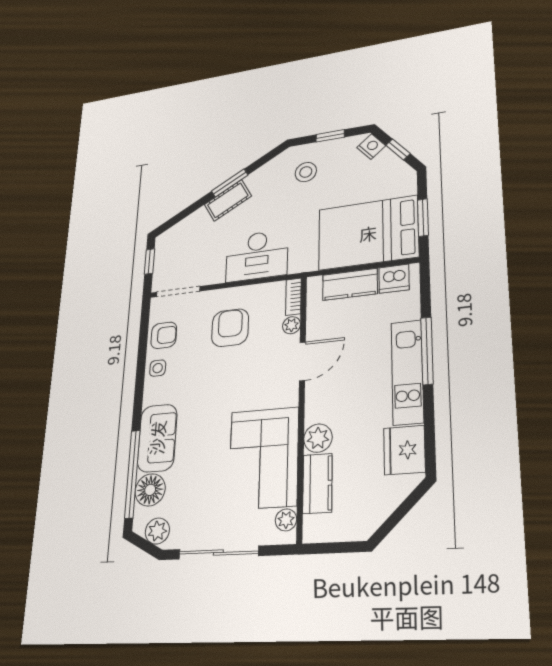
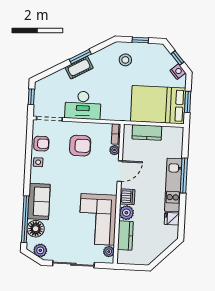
nightstand: (371, 147) -> (178, 72), moved
desk: (257, 256) -> (83, 105), moved
dishwasher: (394, 279) -> (127, 197), moved, turned -90
armchair: (230, 328) -> (80, 146), turned 90
fridge: (404, 450) -> (172, 219), width x0.53, depth x0.75

